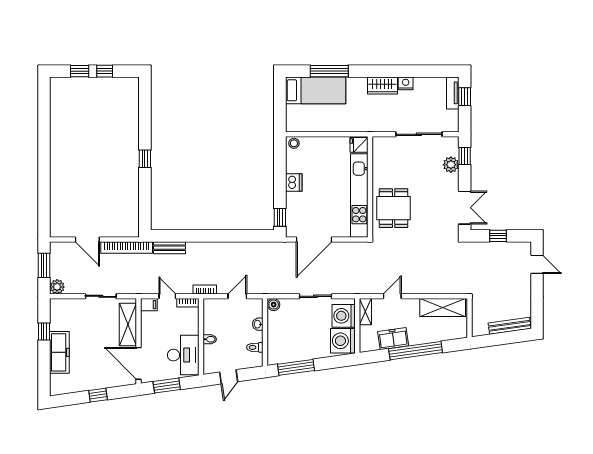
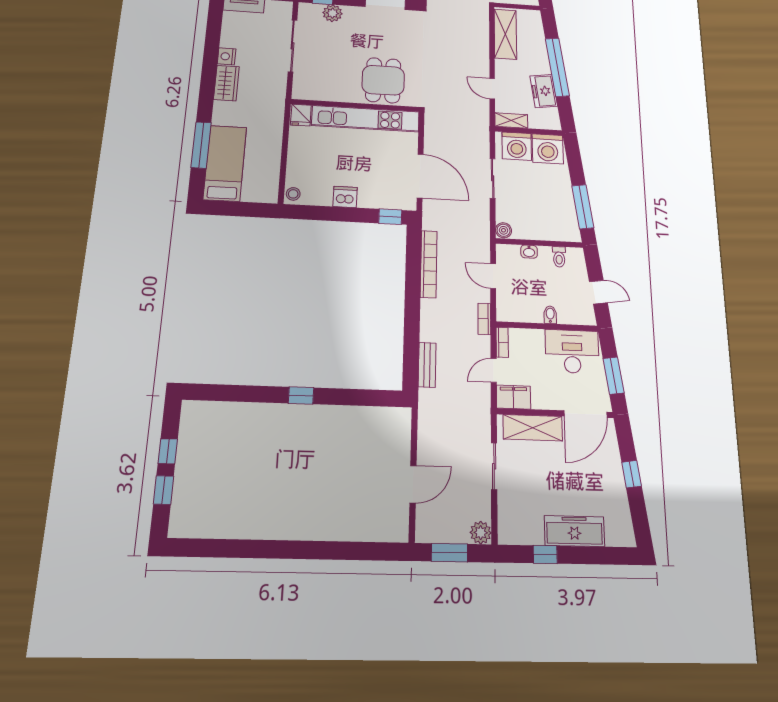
dining table: (394, 208) -> (383, 80), turned 90
bookcase: (127, 247) -> (429, 264), moved
filing cabinet: (149, 305) -> (514, 397), width x2.00

